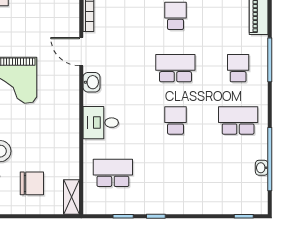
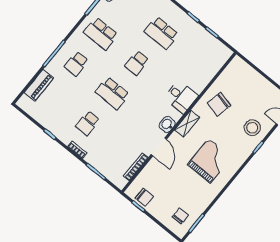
school desk: (113, 173) -> (161, 33), moved
chair: (32, 183) -> (219, 104), moved, turned -77
shelving: (71, 197) -> (187, 124), moved

